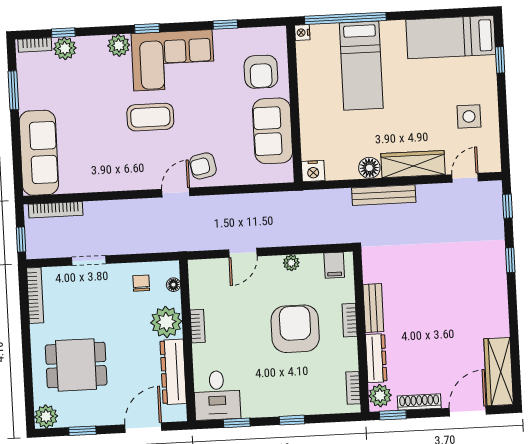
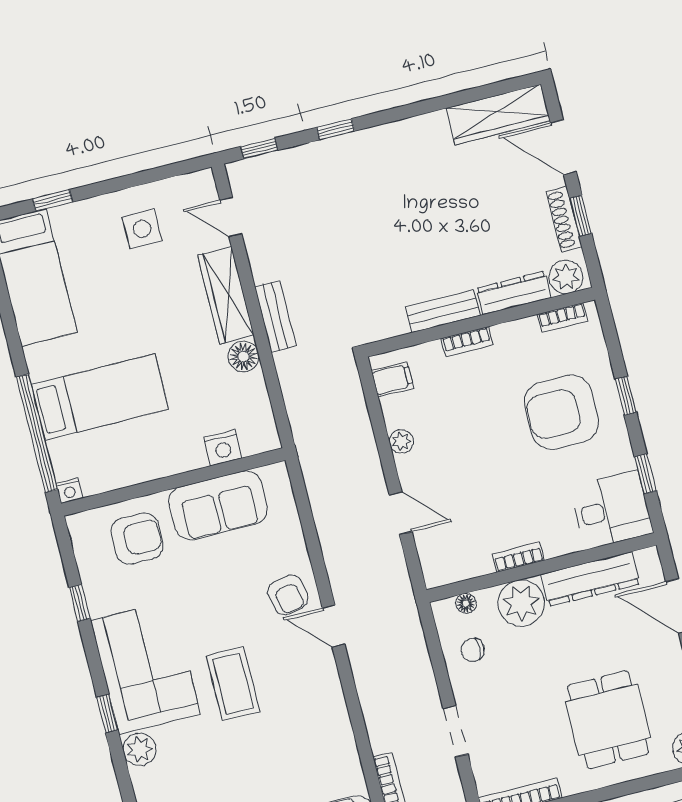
nightstand: (313, 171) -> (223, 448), moved, turned 90
bench: (384, 195) -> (275, 316), width x0.73
armchair: (295, 329) -> (561, 412), moved
window: (393, 415) -> (581, 216), moved

